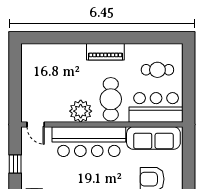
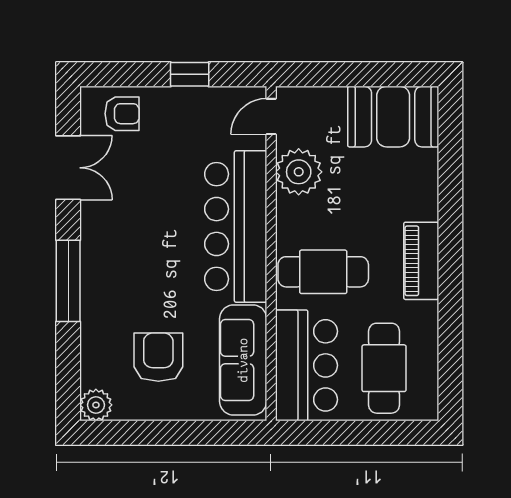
booth: (36, 65) -> (393, 117), added
cafe table: (157, 70) -> (384, 368), width x1.37, depth x1.35
plant: (81, 111) -> (299, 172), moved

